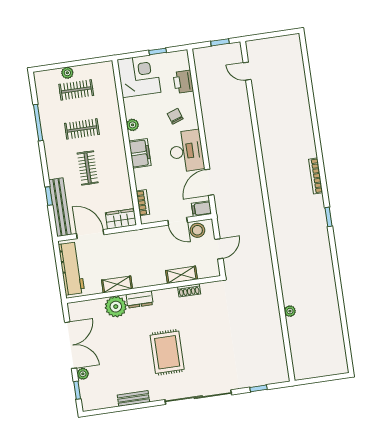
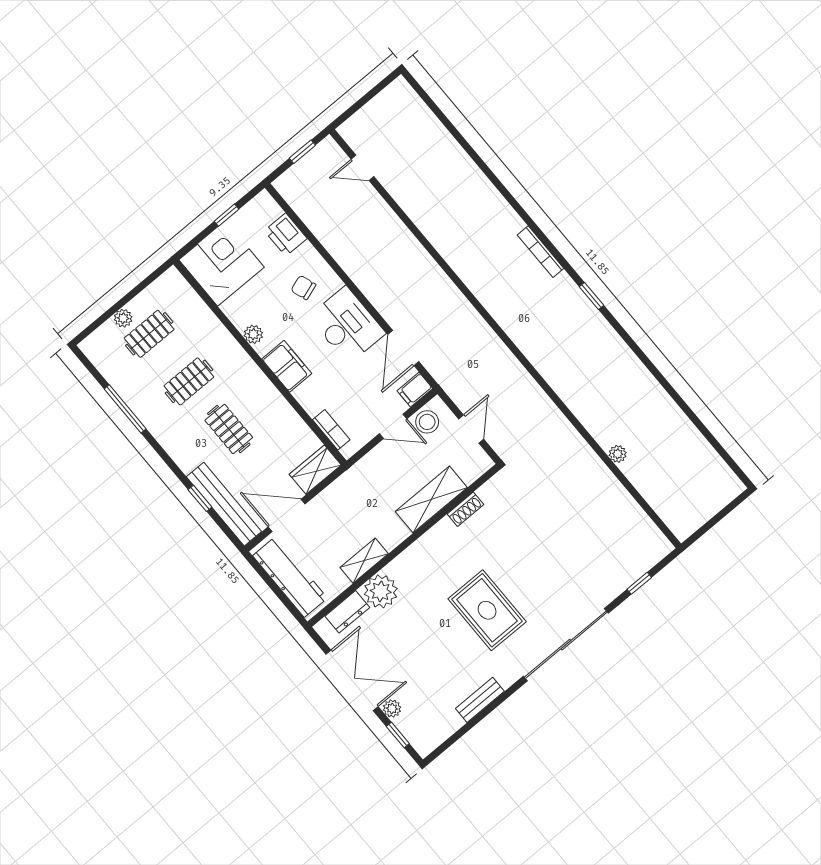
shelving: (182, 275) -> (431, 499), width x1.50, depth x1.33
dresser: (140, 299) -> (347, 612), moved

